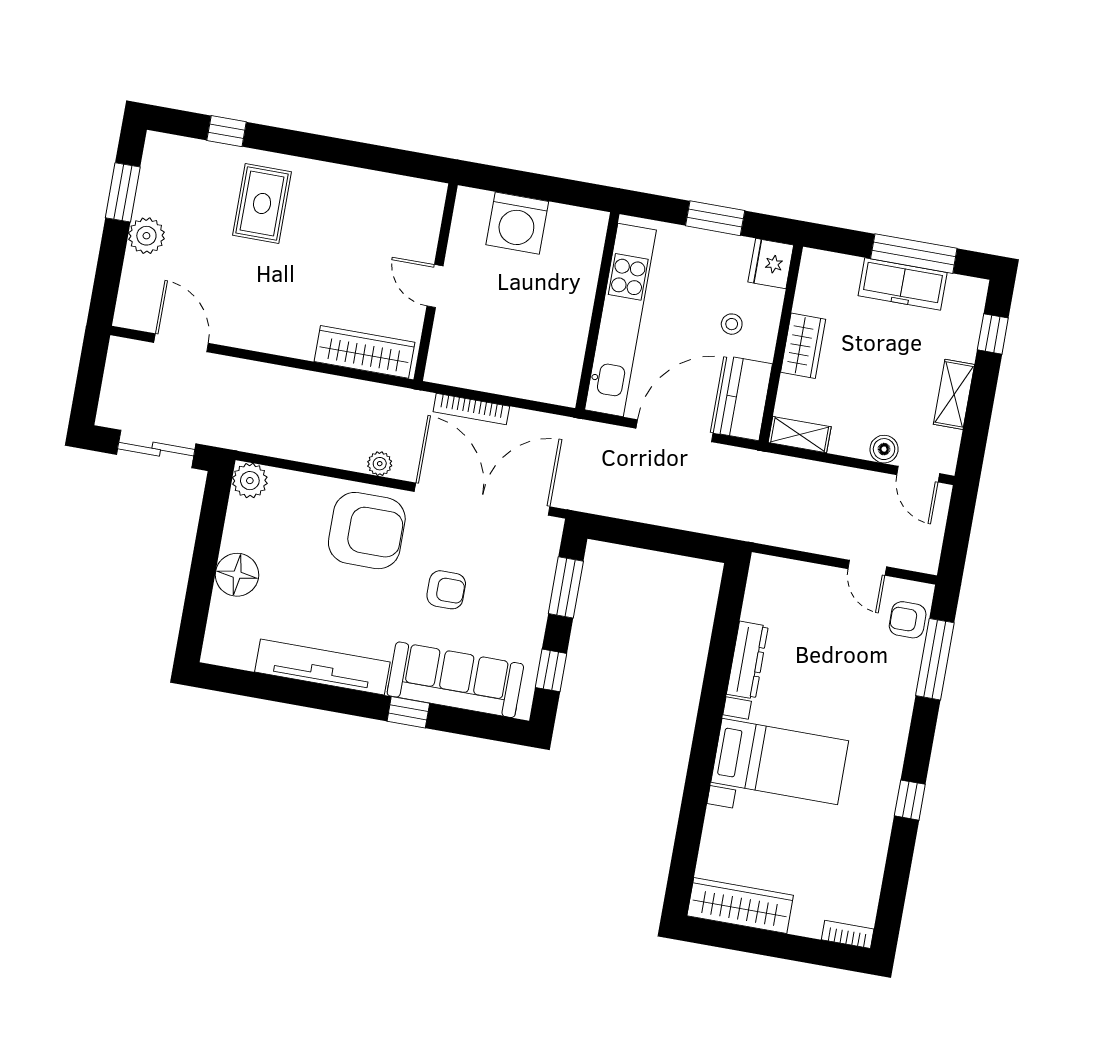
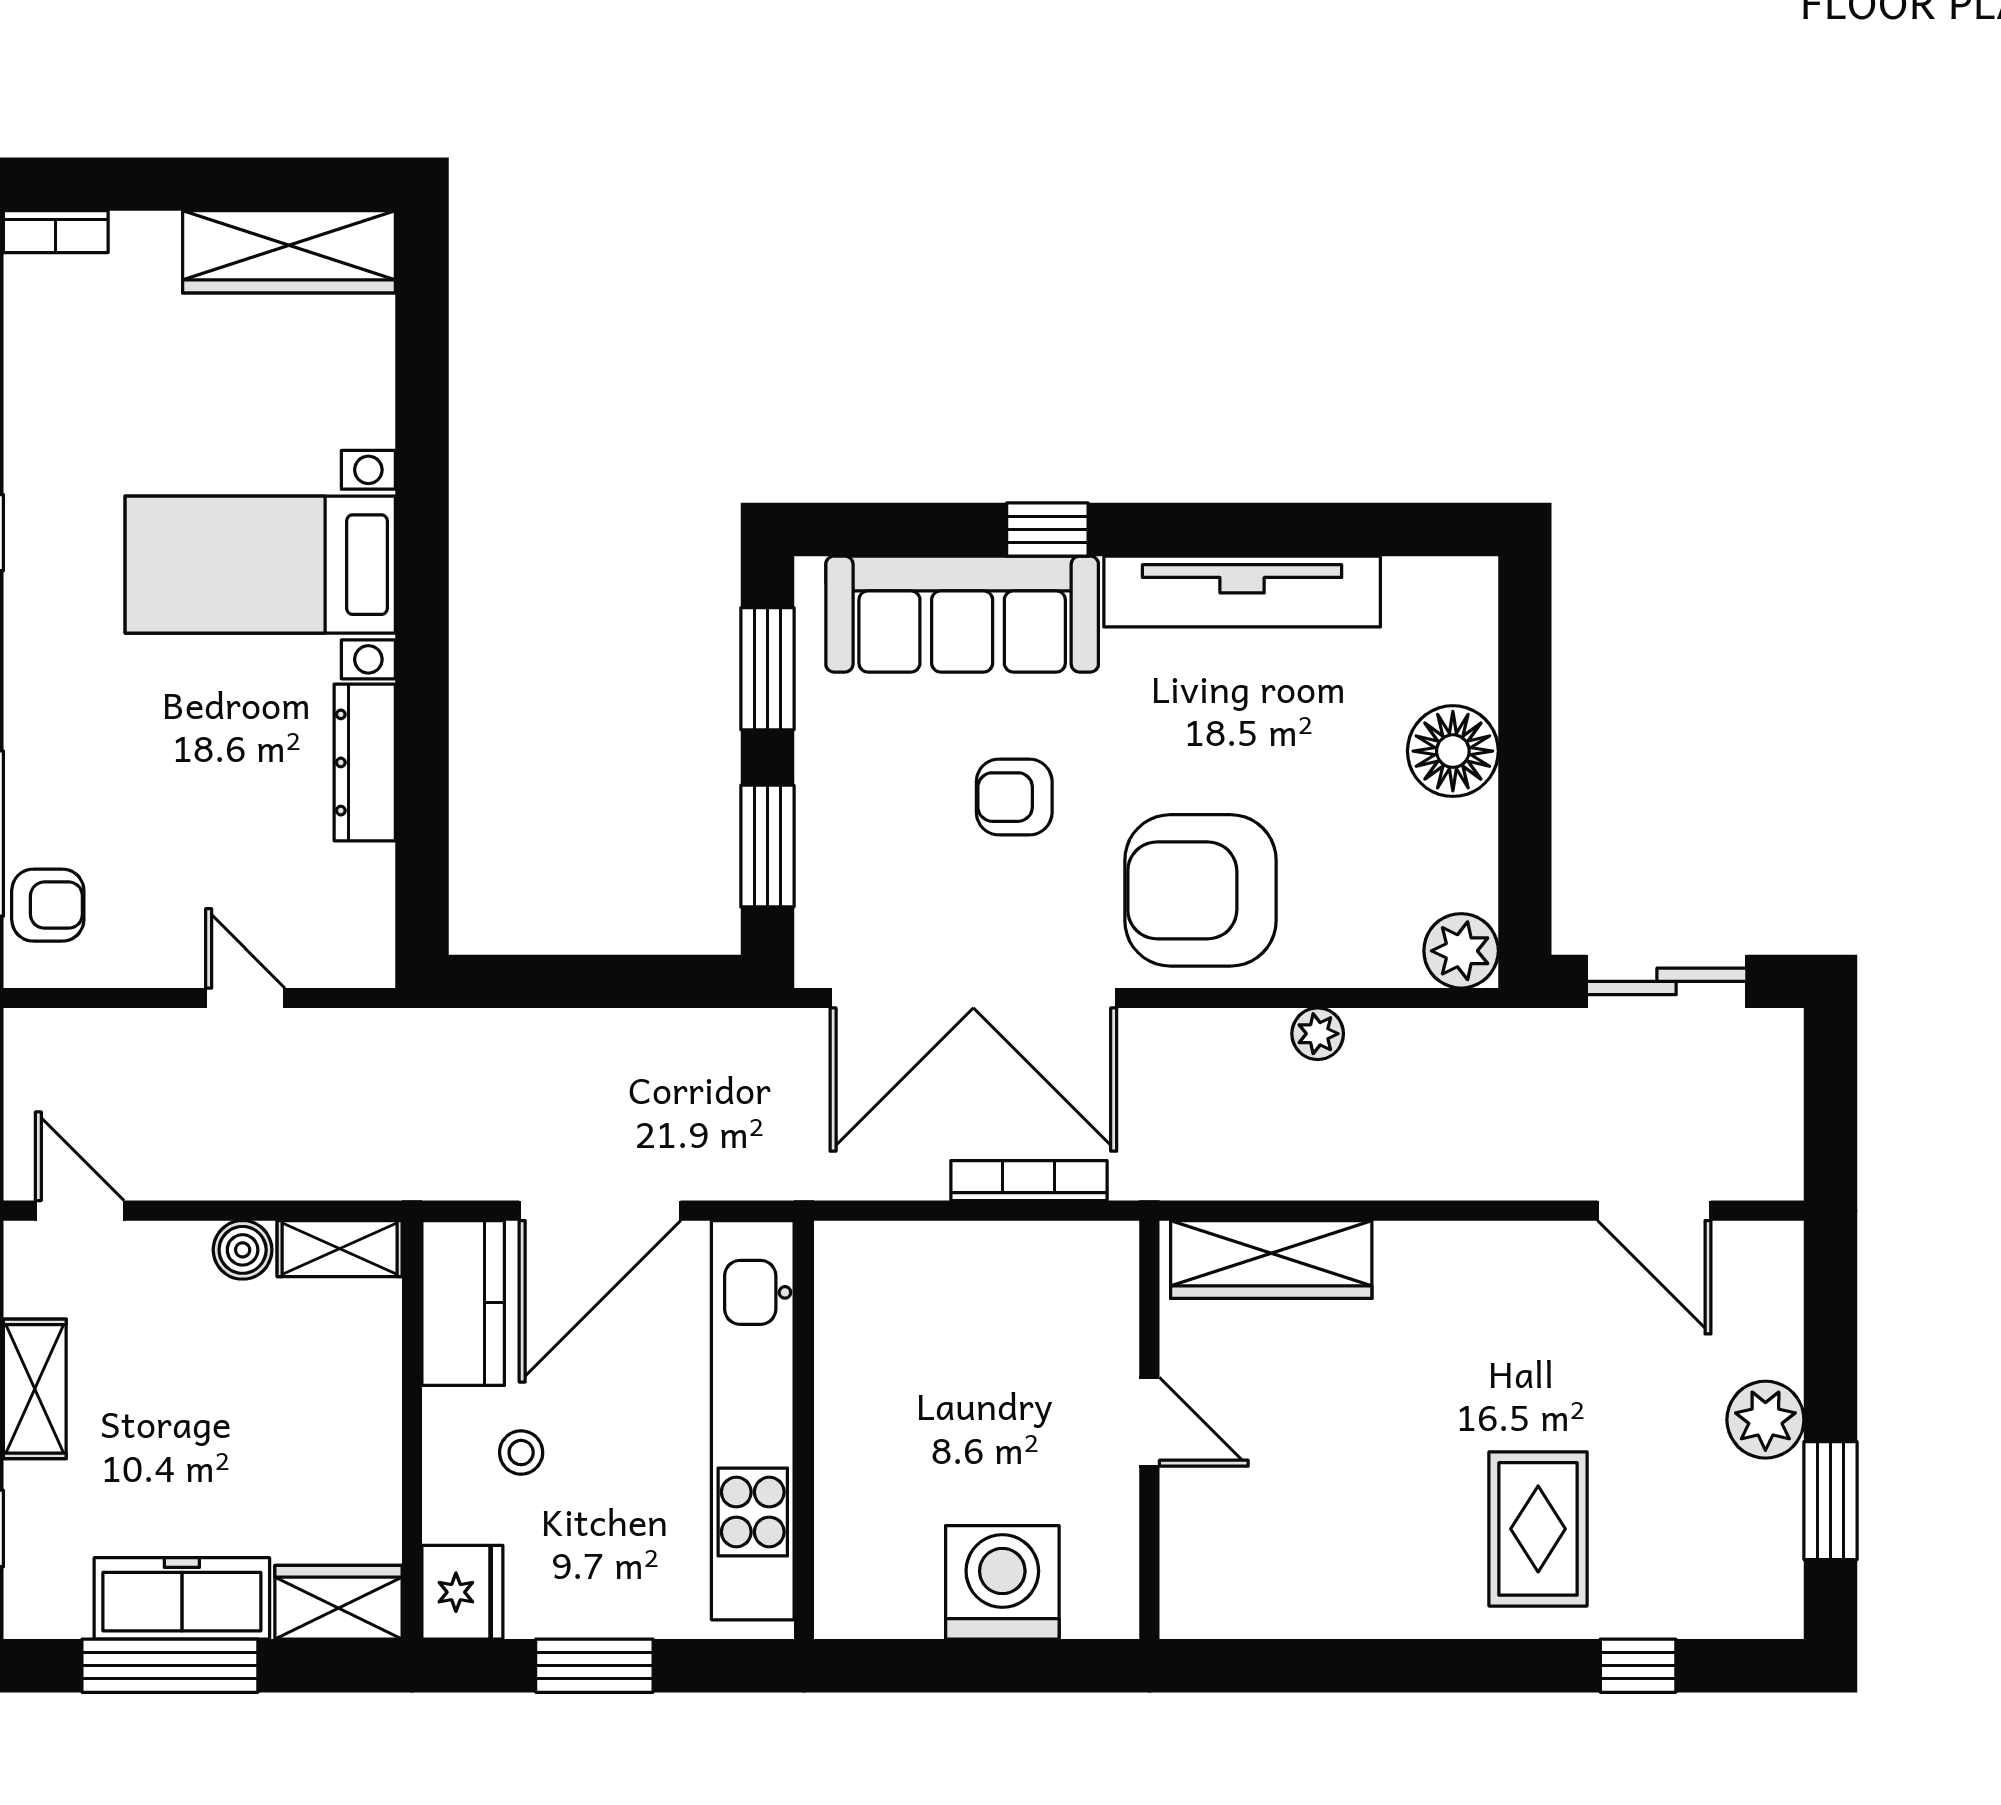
wardrobe: (803, 346) -> (338, 1602), moved, turned 90
boiler: (884, 449) -> (243, 1250), moved
plant: (380, 464) -> (1318, 1034), moved
door: (867, 568) -> (245, 998), moved
window: (551, 670) -> (767, 669), width x1.50

